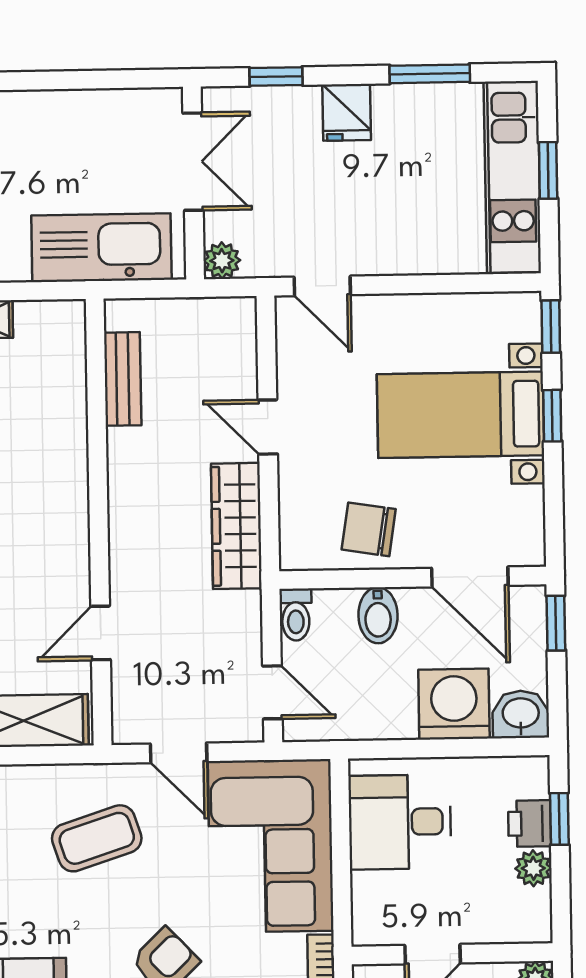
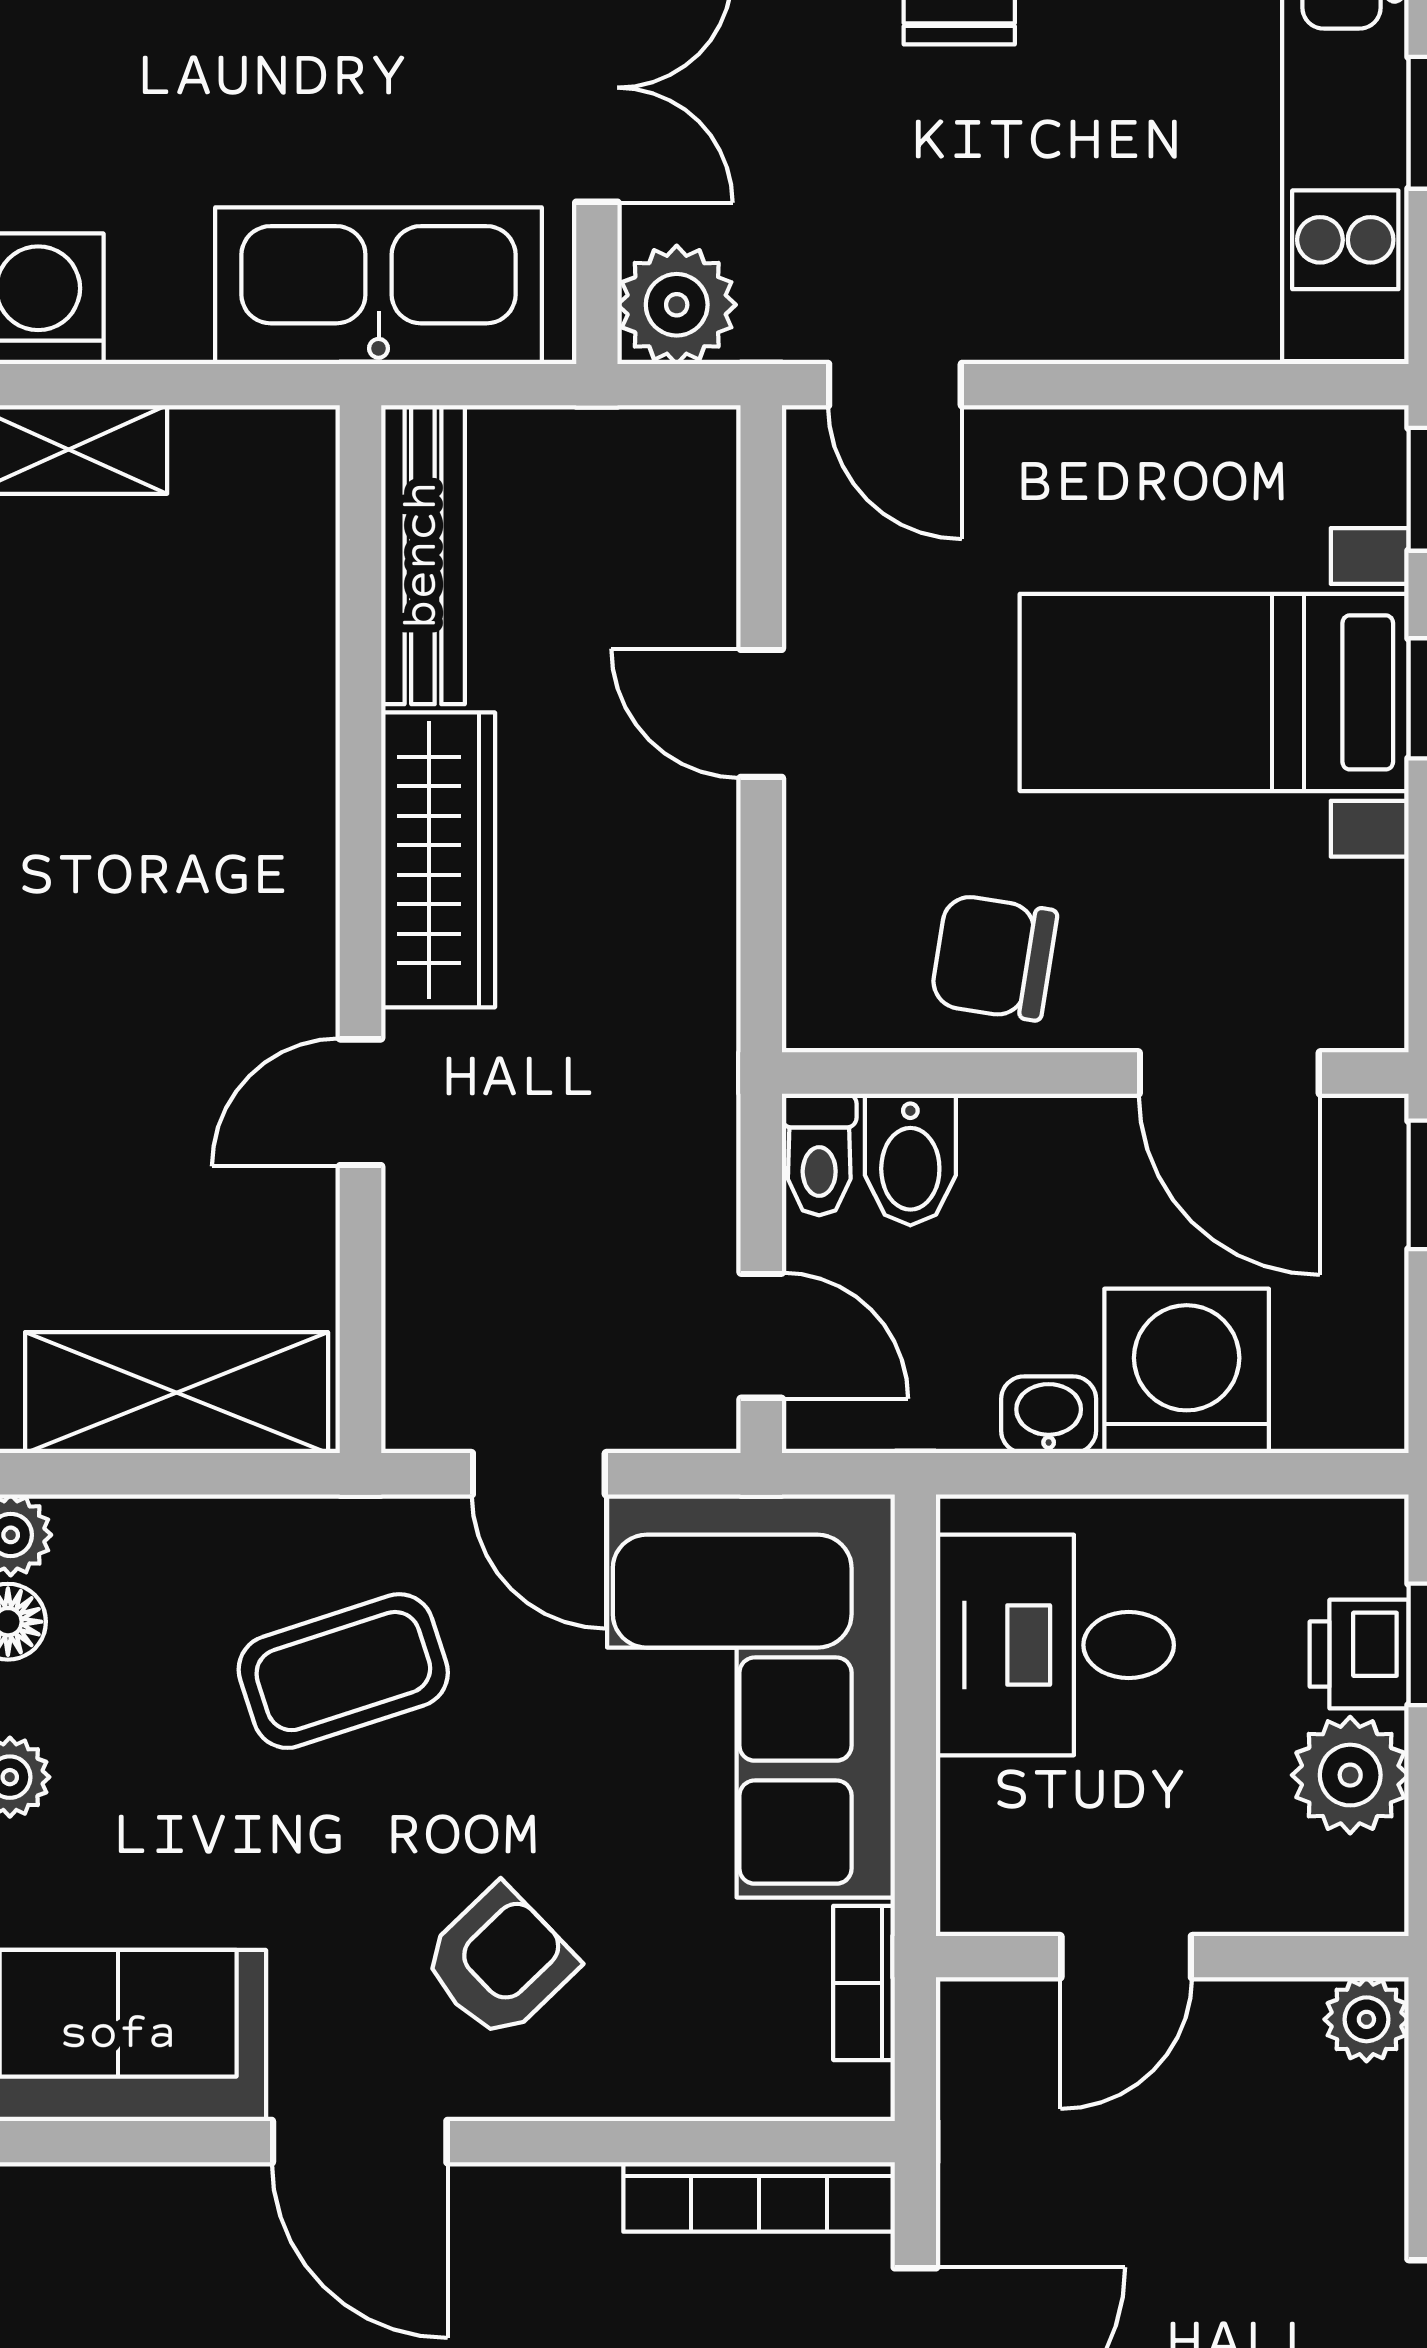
plant: (222, 261) -> (677, 305), width x1.38, depth x1.38
bench: (123, 379) -> (423, 555), width x1.36
wardrobe: (236, 526) -> (438, 860), moved, turned 180
bidet: (378, 615) -> (910, 1160), moved
door: (101, 633) -> (361, 1102), moved
washbasin: (521, 714) -> (1049, 1415), moved, width x0.72, depth x0.69
plant: (533, 868) -> (1350, 1775), width x1.38, depth x1.38

